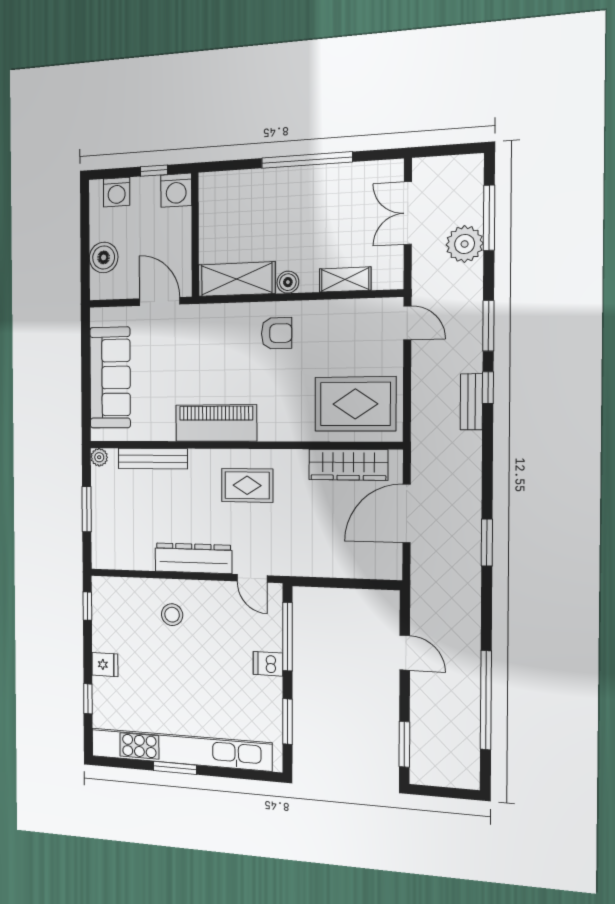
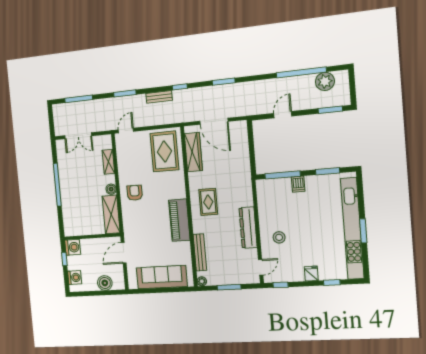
plant: (465, 244) -> (325, 81), moved
window: (488, 388) -> (180, 87), moved
door: (252, 578) -> (261, 267), moved

